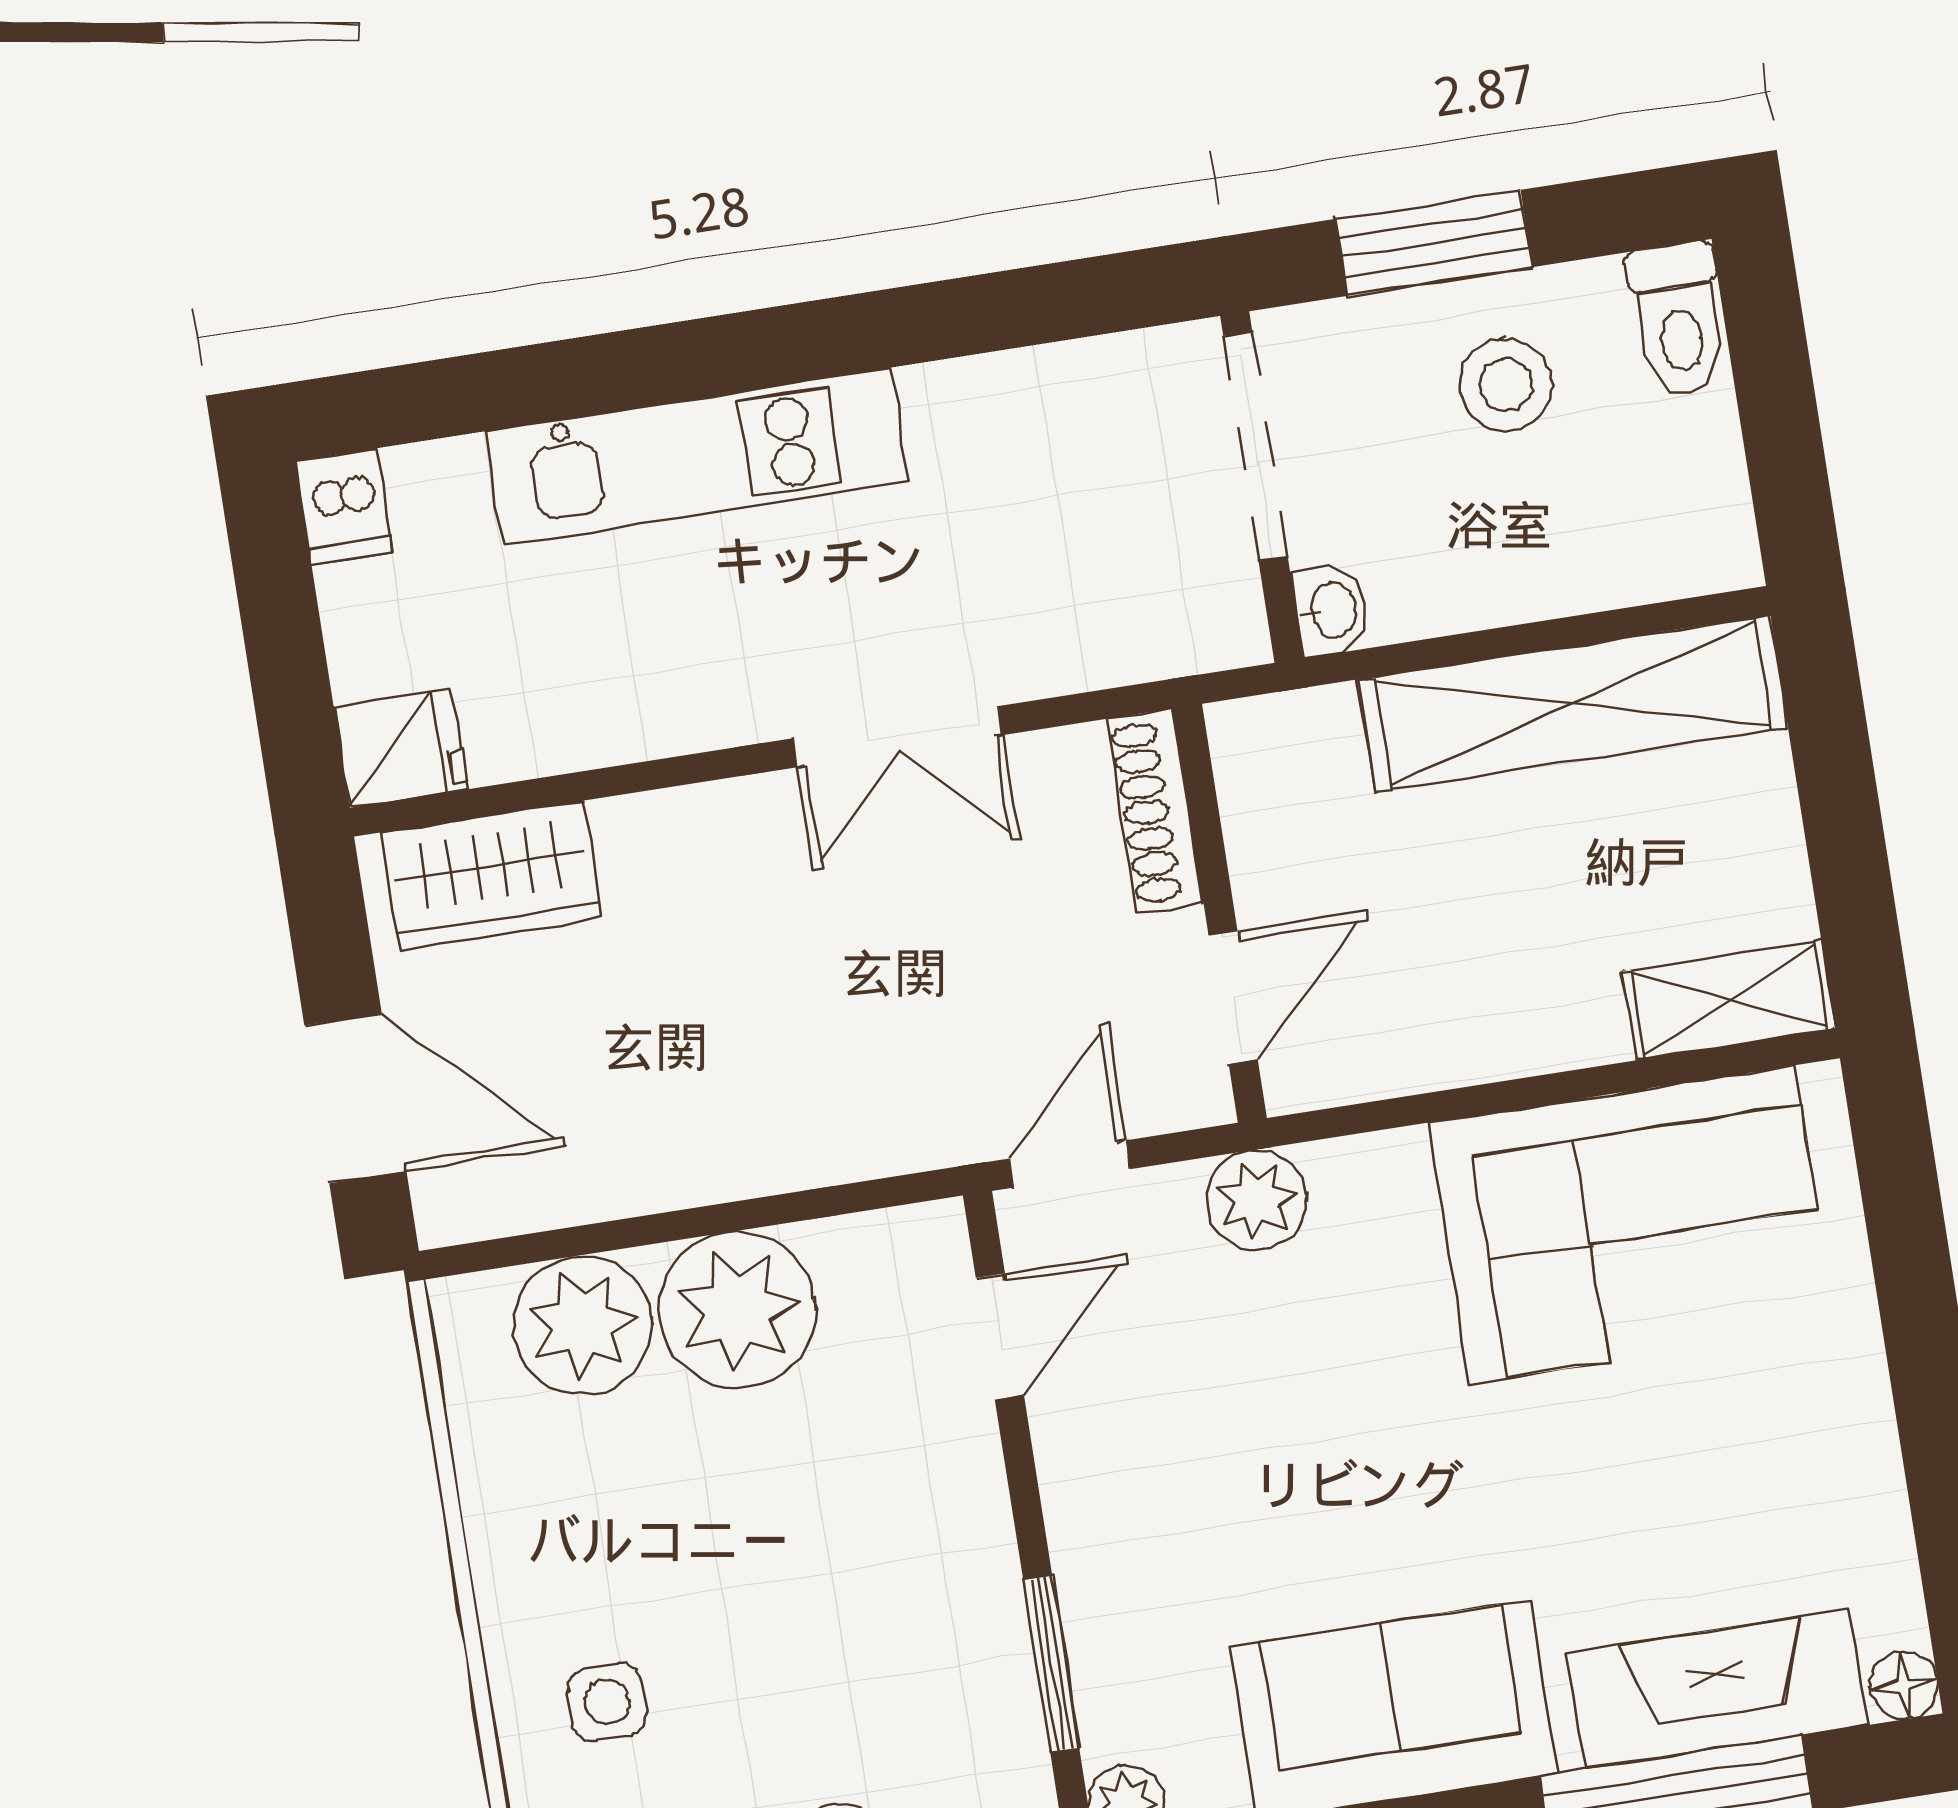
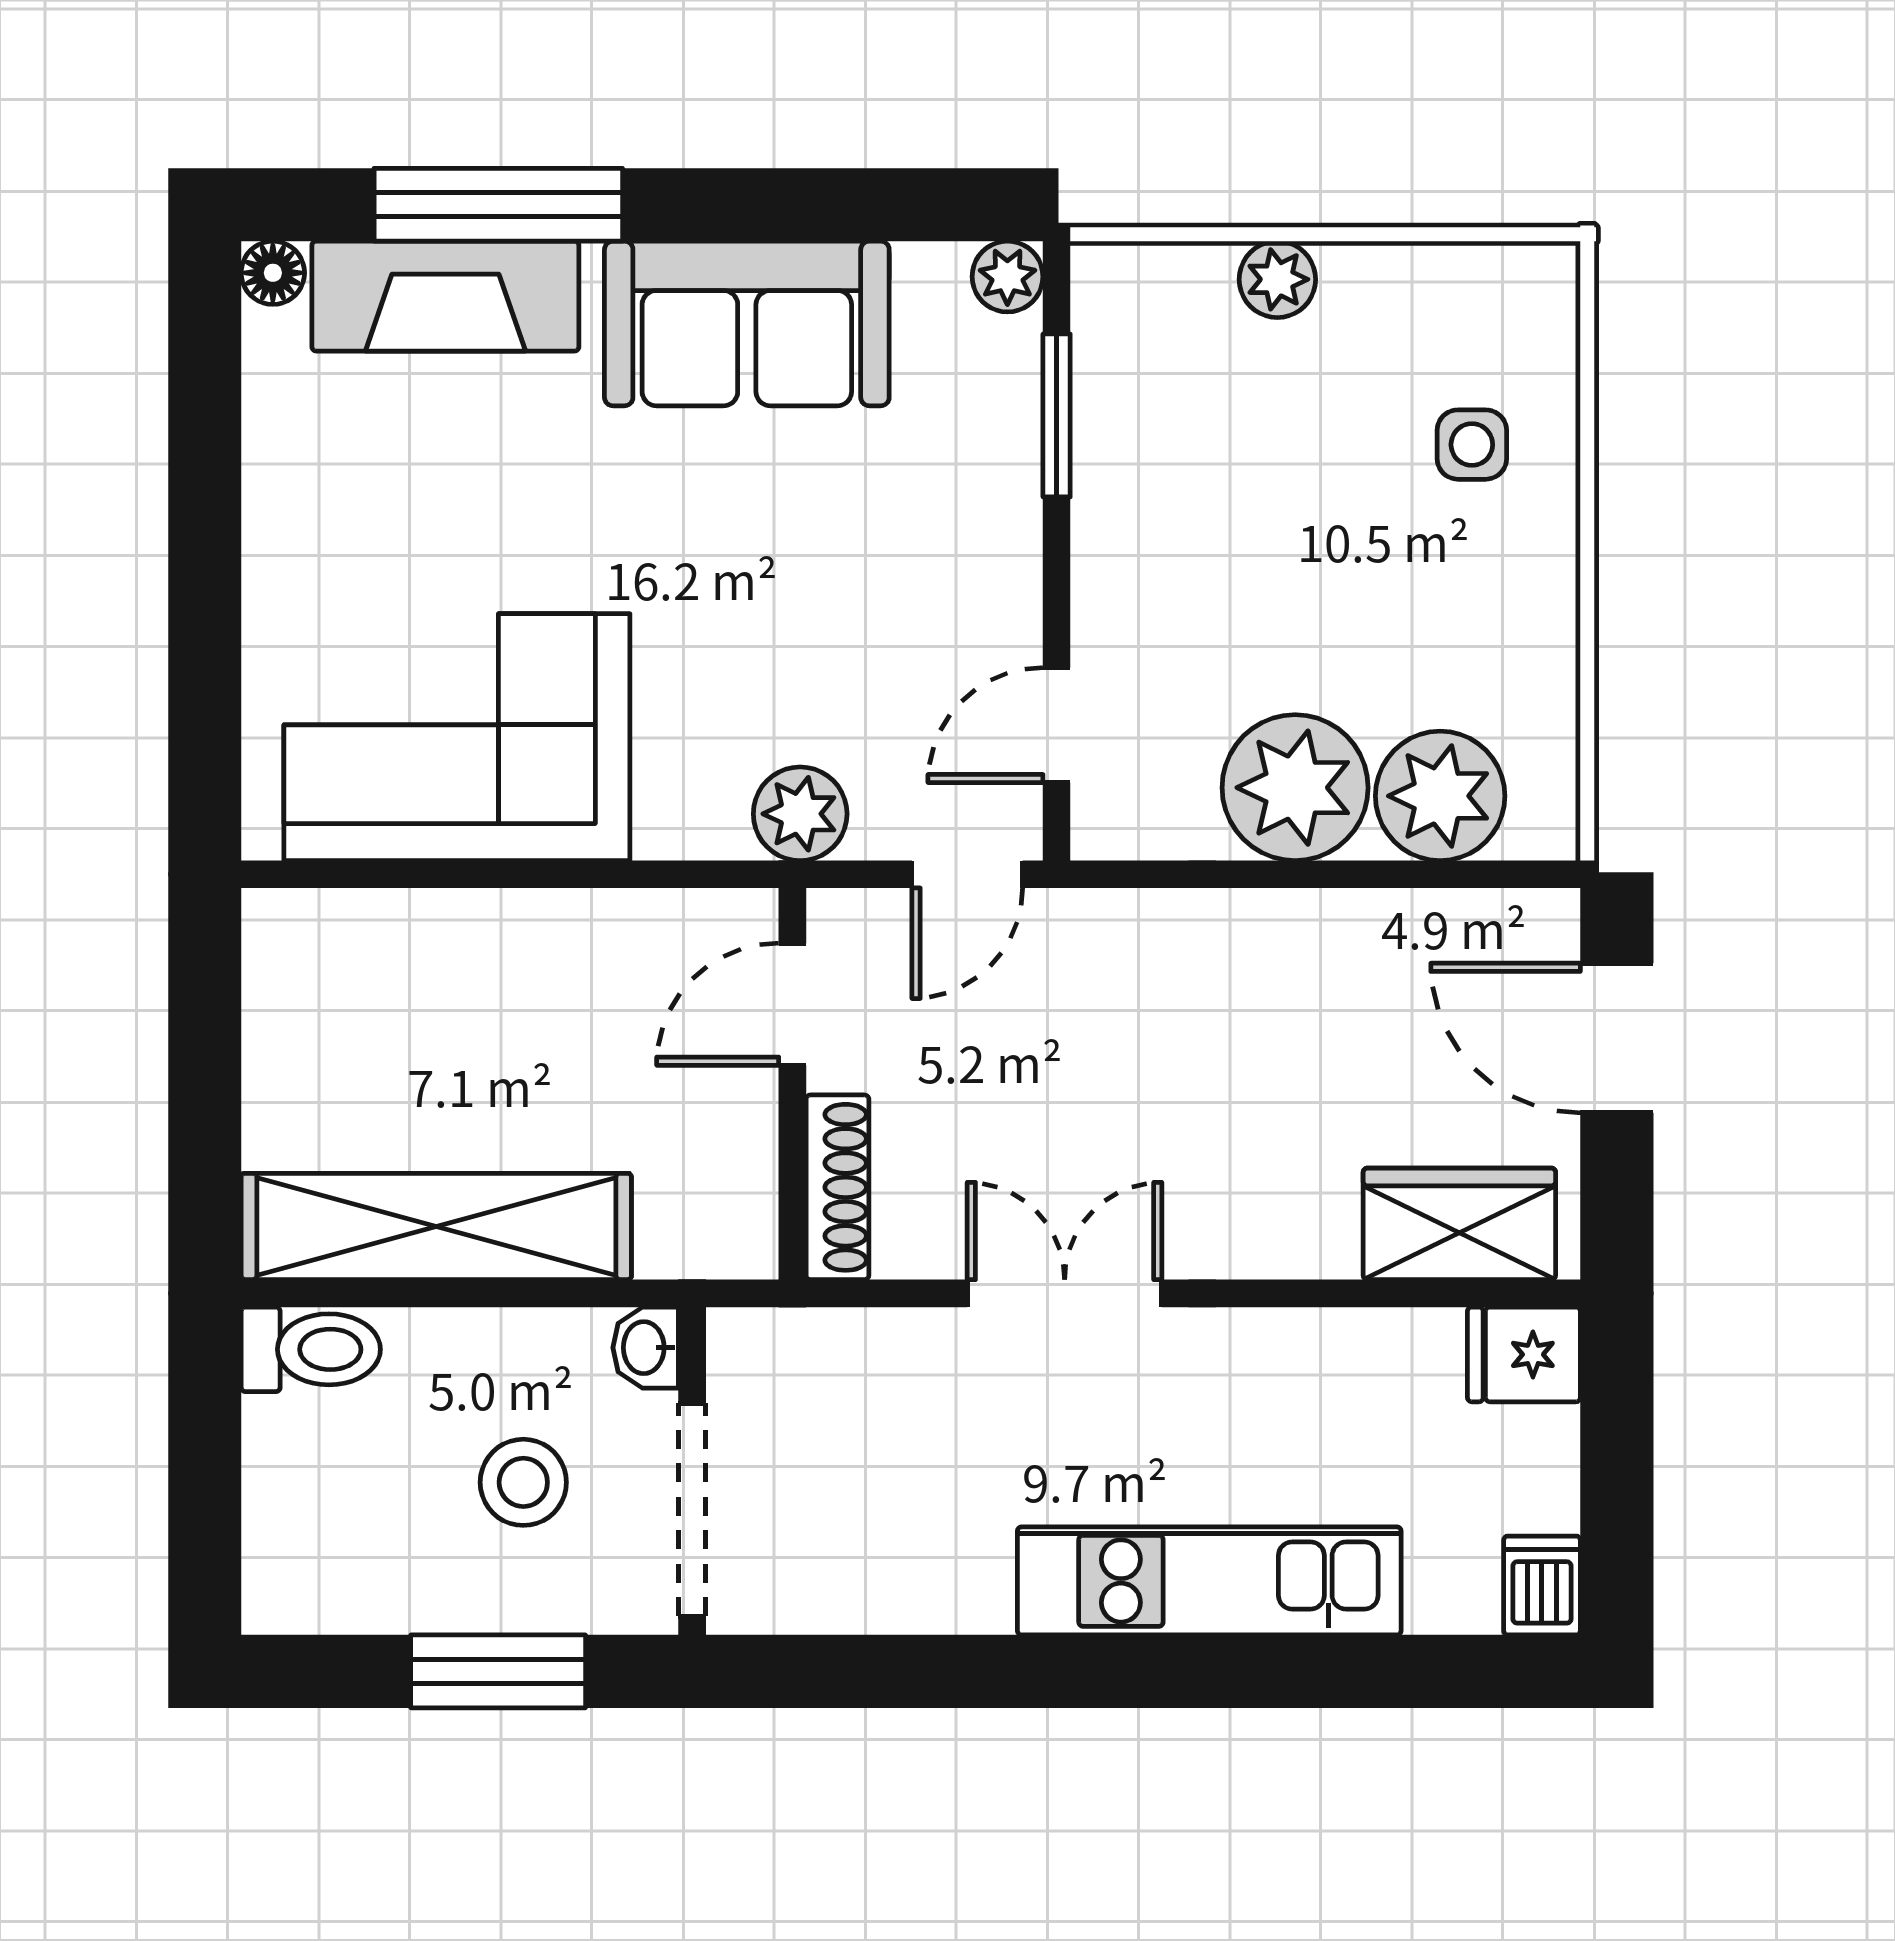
toilet: (1678, 320) -> (311, 1349), moved, turned 90
stool: (1506, 385) -> (523, 1482), moved
shelving: (1729, 1000) -> (335, 930), removed

